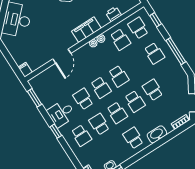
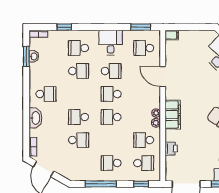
school desk: (117, 113) -> (144, 48), moved
window: (56, 131) -> (64, 27), moved

